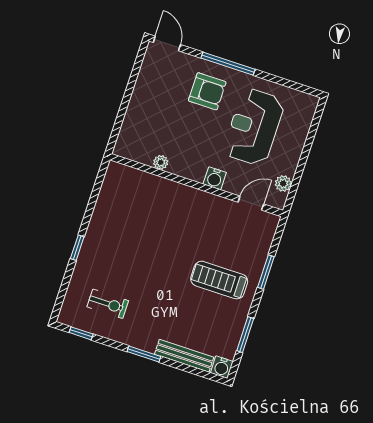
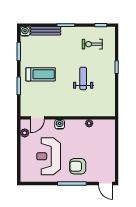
reception desk: (254, 127) -> (49, 156), turned 180
weight bench: (145, 247) -> (83, 78), added

